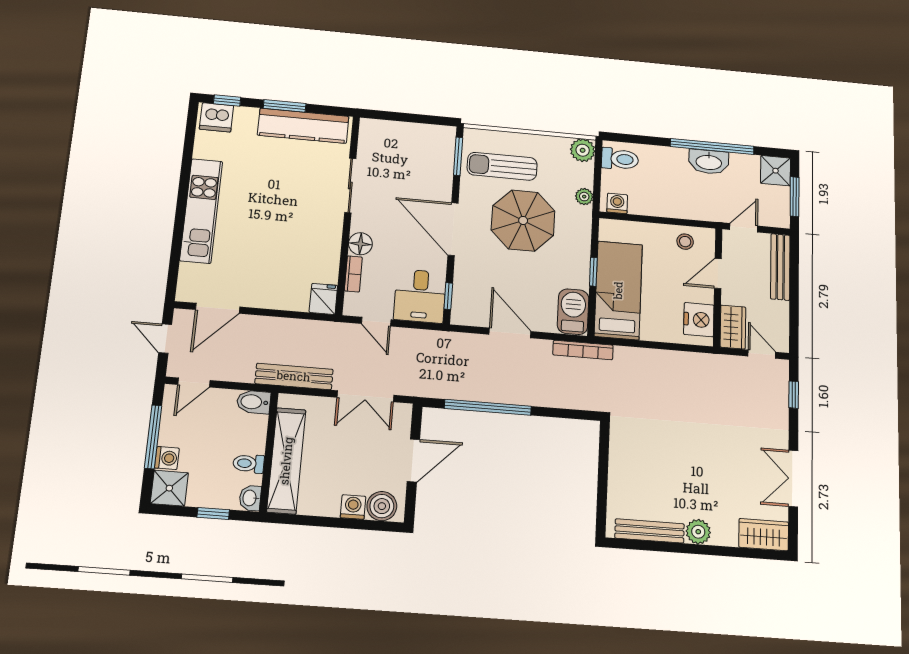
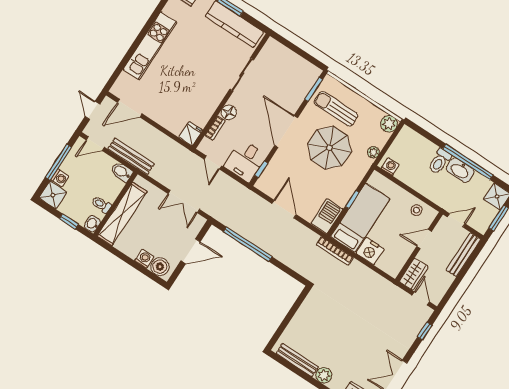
toilet: (620, 159) -> (440, 161), moved, turned 90
nightstand: (699, 320) -> (370, 251), moved, turned 90
bookcase: (583, 350) -> (335, 251), moved
bench: (294, 376) -> (131, 156), moved

